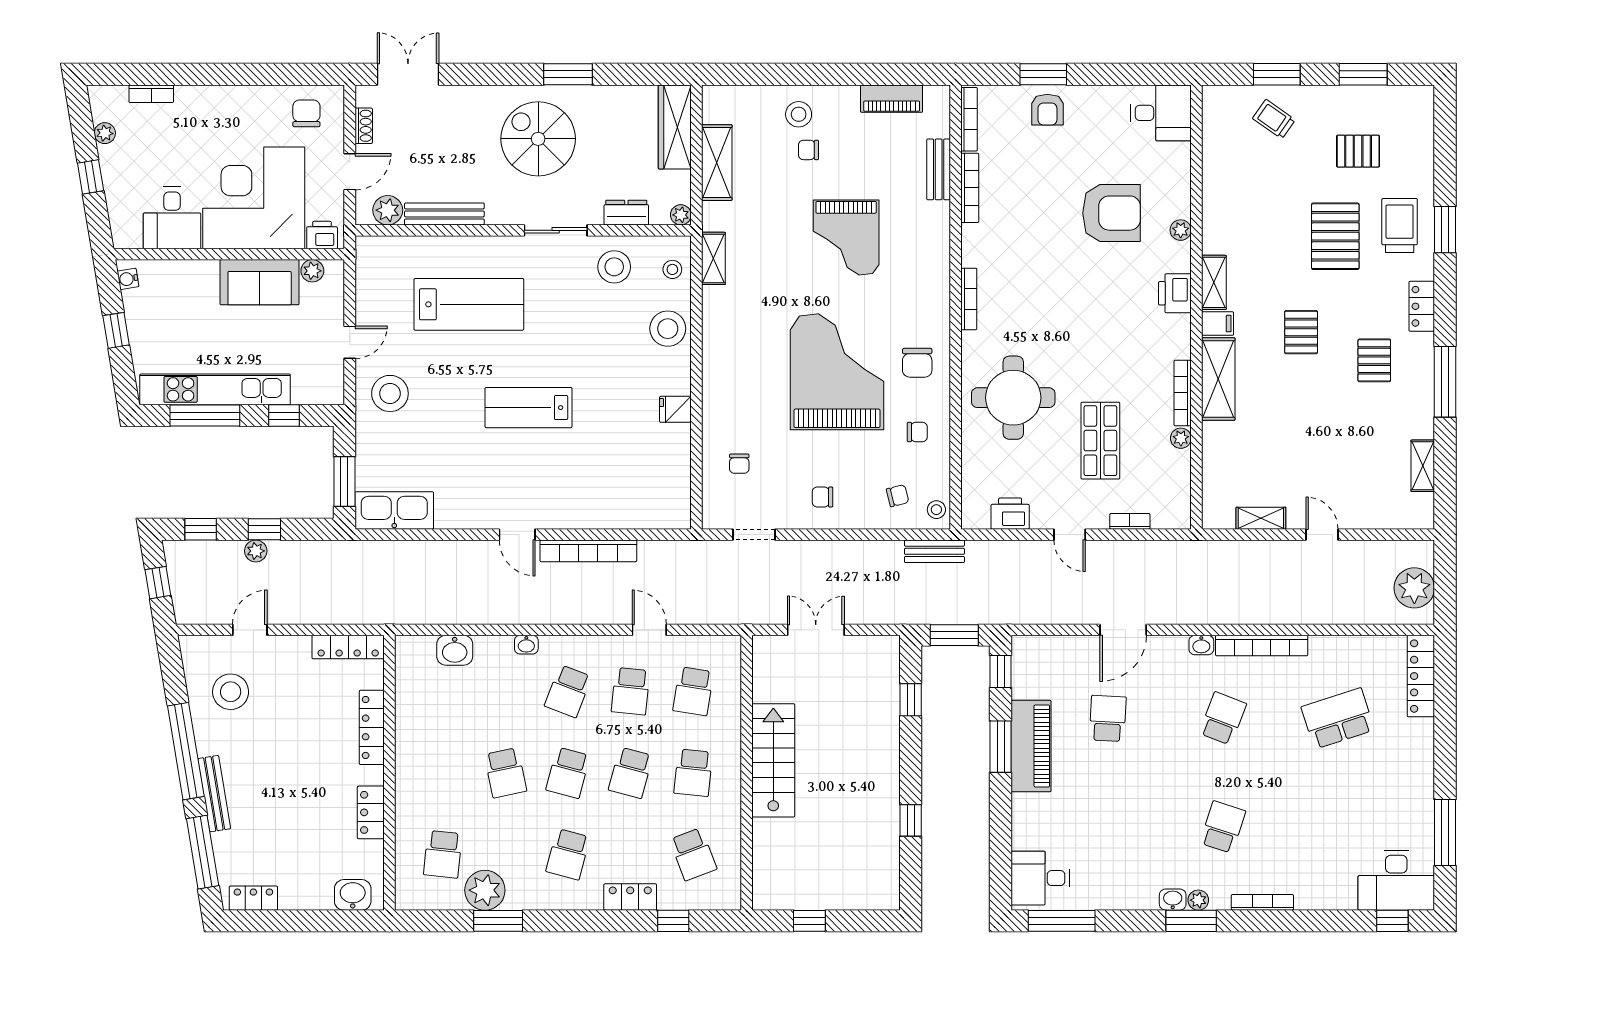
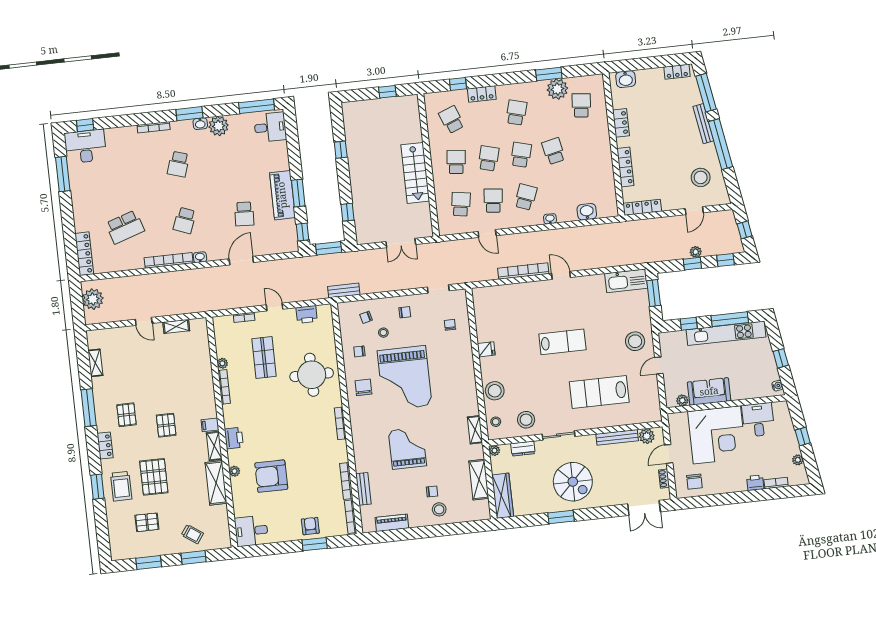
printer: (322, 235) -> (755, 483), moved, turned 180
shelving: (1218, 379) -> (216, 483), moved
stool: (936, 510) -> (383, 333), moved
plant: (1198, 900) -> (219, 126), moved, width x1.88, depth x1.88

